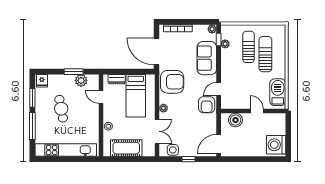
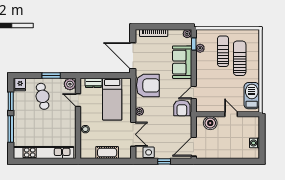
plant: (81, 80) -> (70, 84), moved
cafe table: (61, 109) -> (43, 96), moved
washing machine: (276, 145) -> (254, 143), width x0.53, depth x0.53
cot: (126, 148) -> (107, 153), width x0.73, depth x0.75

